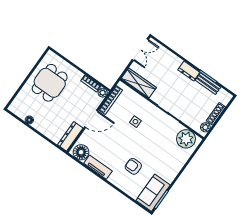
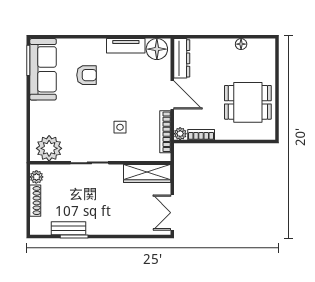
dresser: (189, 71) -> (100, 227), removed
dining table: (50, 83) -> (248, 102), turned 90
door: (91, 119) -> (172, 95), swing flipped
sofa: (153, 193) -> (43, 69), width x1.36

